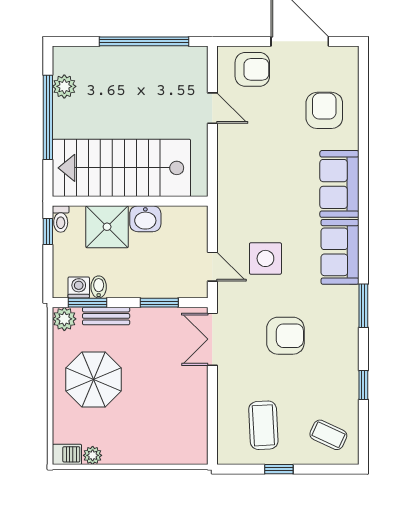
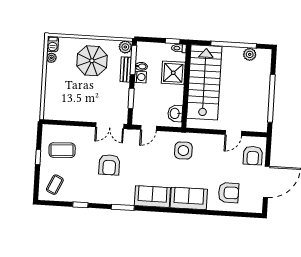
washbasin: (145, 219) -> (175, 113), moved
side table: (265, 258) -> (183, 151), moved
washing machine: (79, 287) -> (140, 77), moved
window: (88, 303) -> (133, 60), width x1.44
double door: (212, 339) -> (110, 126), swing flipped

